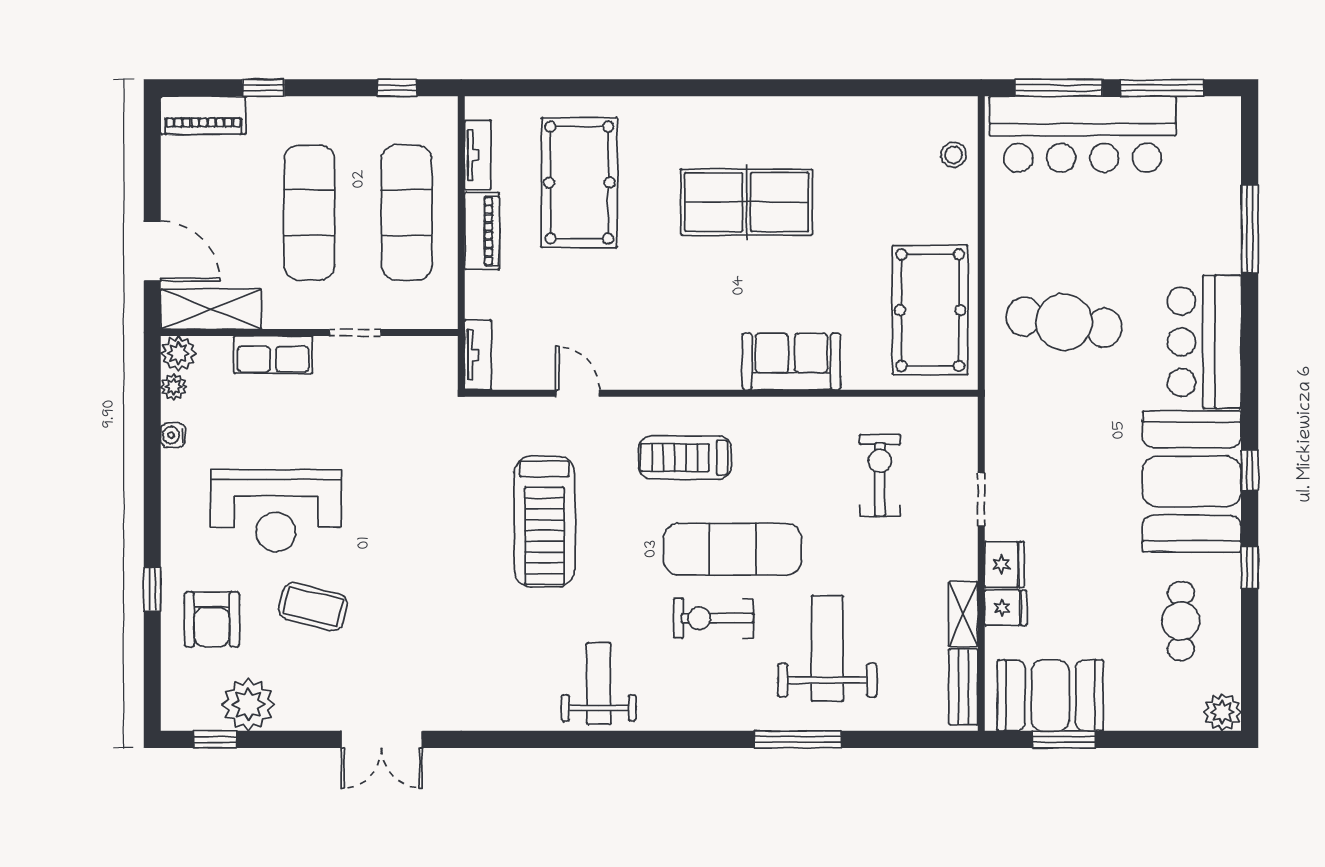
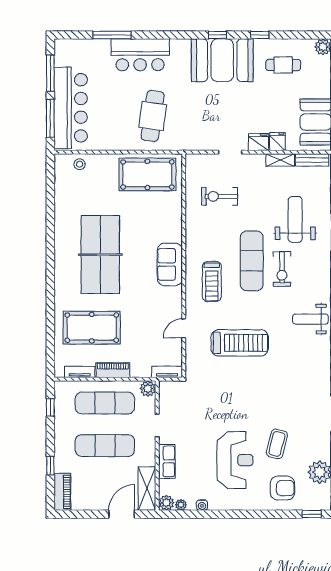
table tennis table: (747, 202) -> (100, 255), width x1.36, depth x1.32
plant: (440, 311) -> (148, 389), added
bar counter: (1204, 342) -> (140, 55), moved
sofa: (791, 362) -> (170, 264), moved
window: (152, 589) -> (312, 514), moved
weight bench: (827, 648) -> (295, 219), turned 90

